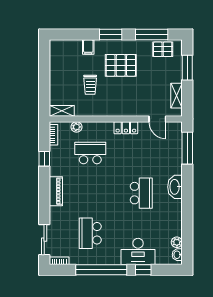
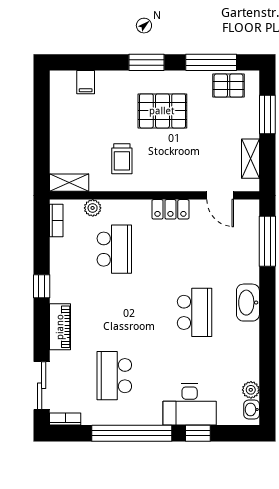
filing cabinet: (88, 47) -> (86, 82), moved
trolley: (90, 85) -> (122, 159), moved
school desk: (90, 153) -> (114, 249), turned 90
window: (44, 159) -> (42, 286), moved
piano: (56, 191) -> (60, 327), moved

